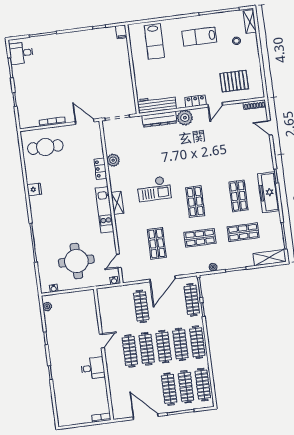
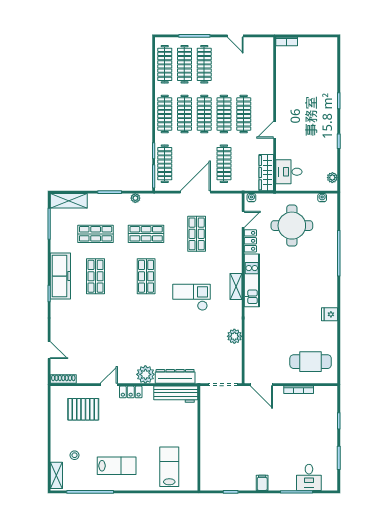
filing cabinet: (121, 32) -> (262, 483), moved
desk: (21, 53) -> (309, 477), moved, turned 90
locker: (100, 169) -> (250, 241), moved
wardrobe: (104, 303) -> (266, 173), added
desk: (93, 368) -> (289, 172), moved
door: (146, 417) -> (235, 36), width x0.53

